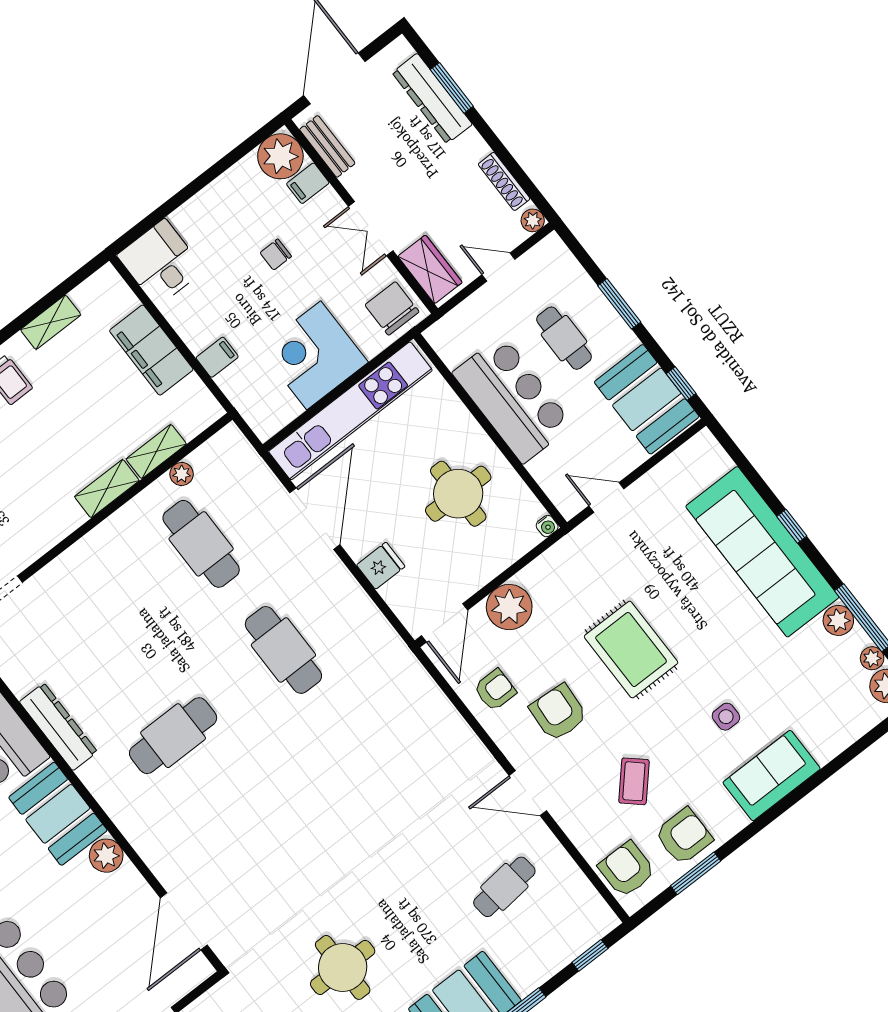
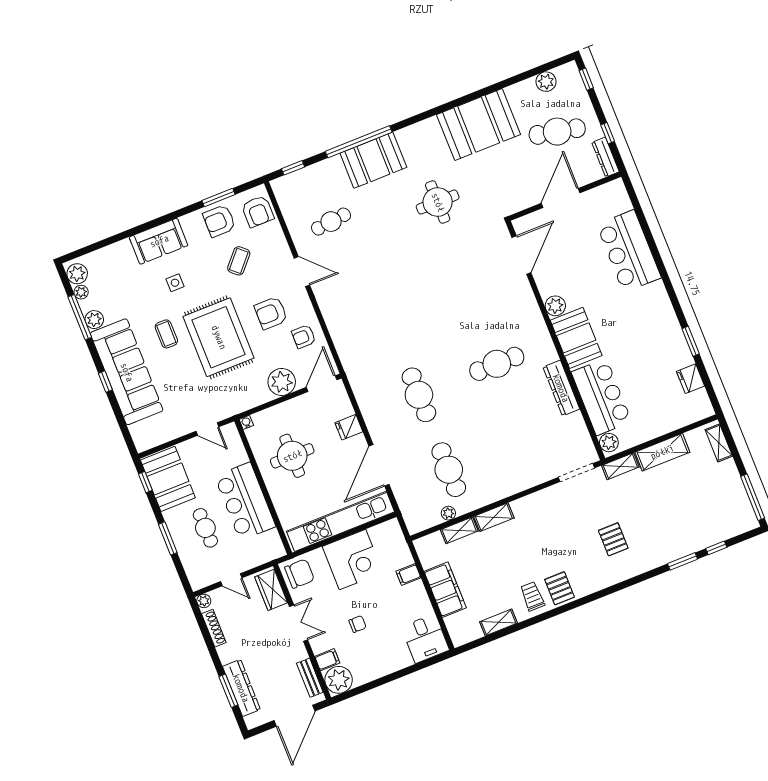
chair: (392, 308) -> (300, 574), turned -90
coffee table: (716, 631) -> (166, 334), added
rug: (631, 650) -> (219, 337), width x1.37, depth x1.44
armchair: (558, 713) -> (271, 313), turned 86

